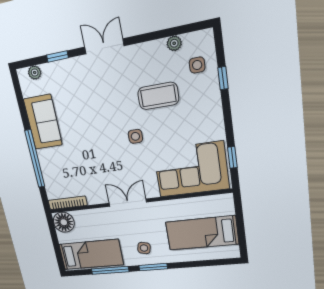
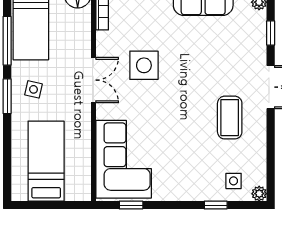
plant: (174, 43) -> (259, 194), moved
coffee table: (158, 96) -> (230, 118), moved
side table: (135, 136) -> (144, 65), moved, width x1.87, depth x1.87

